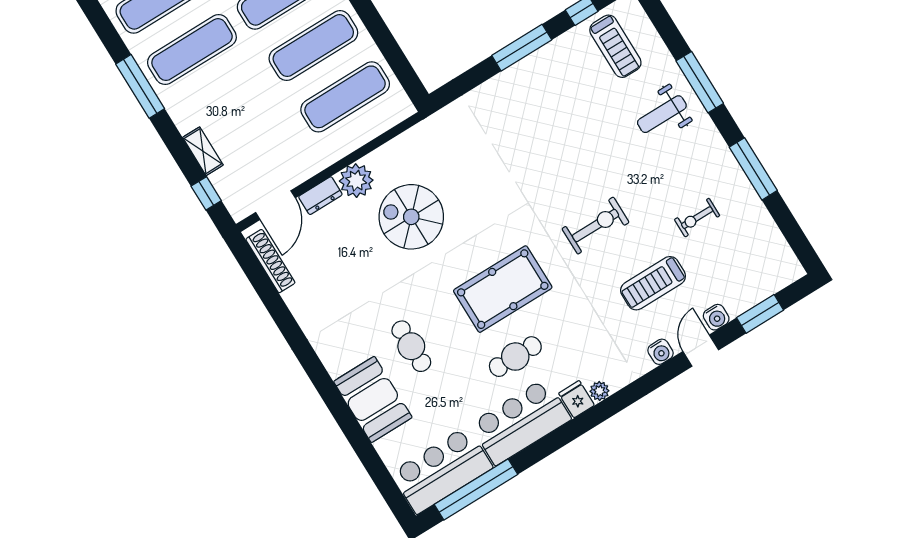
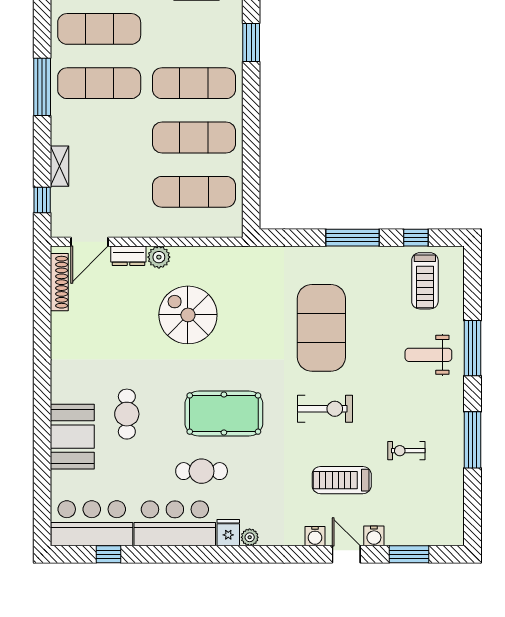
exercise mat: (545, 151) -> (321, 328), added
plant: (356, 181) -> (159, 257), width x0.73, depth x0.73
door: (701, 351) -> (346, 554), hinge flipped
window: (476, 489) -> (109, 554), width x0.32

